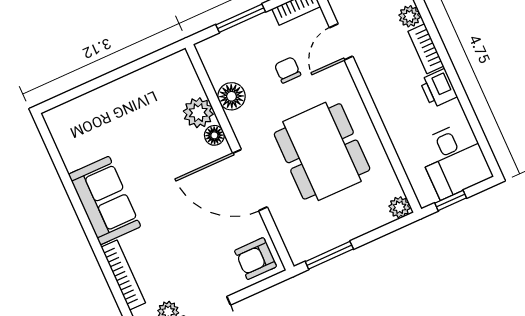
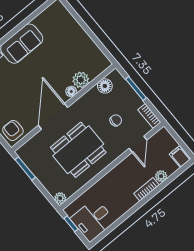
door: (341, 42) -> (138, 144), swing flipped
printer: (438, 88) -> (128, 201), removed
floor lamp: (232, 96) -> (105, 86), moved

